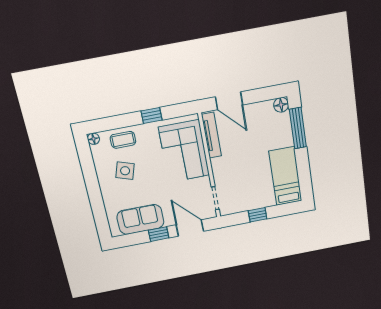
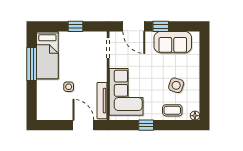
floor lamp: (281, 105) -> (43, 114), removed
window: (298, 128) -> (32, 64), moved
side table: (255, 144) -> (69, 87), added

